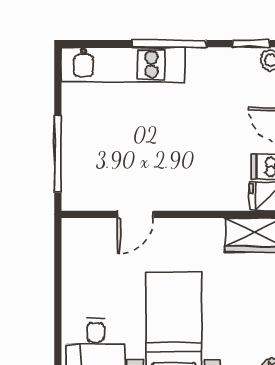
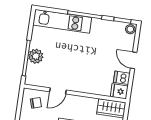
plant: (78, 147) -> (36, 56), added
chair: (92, 247) -> (36, 103), added

